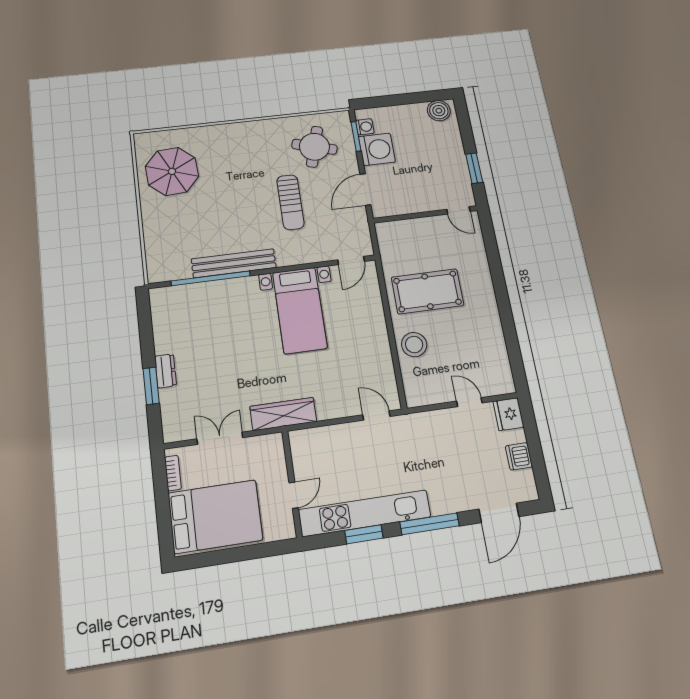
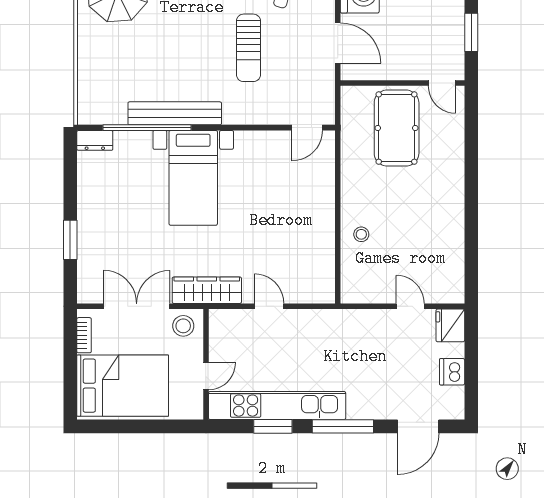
door: (365, 189) -> (338, 43), swing flipped
pool table: (427, 291) -> (397, 128), moved, turned 90
bed with nightstands: (300, 310) -> (193, 178), moved
stool: (414, 345) -> (361, 234), width x0.53, depth x0.53
dresser: (165, 371) -> (95, 140), moved, turned 90
door: (376, 416) -> (269, 306), moved
double door: (220, 438) -> (137, 306), width x1.37
stool: (266, 450) -> (183, 326), added

